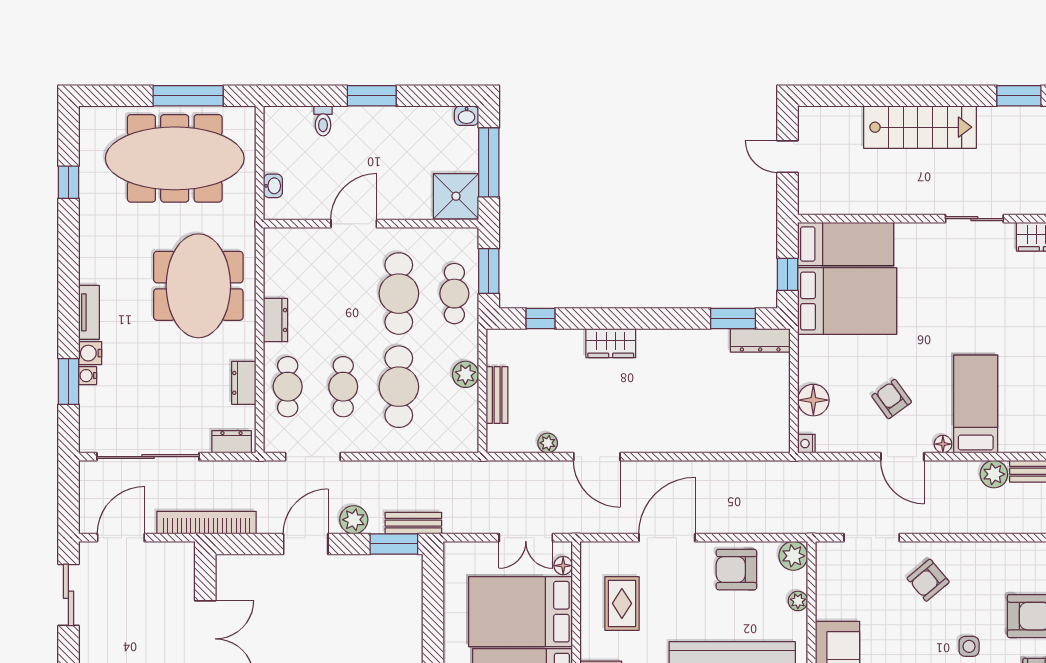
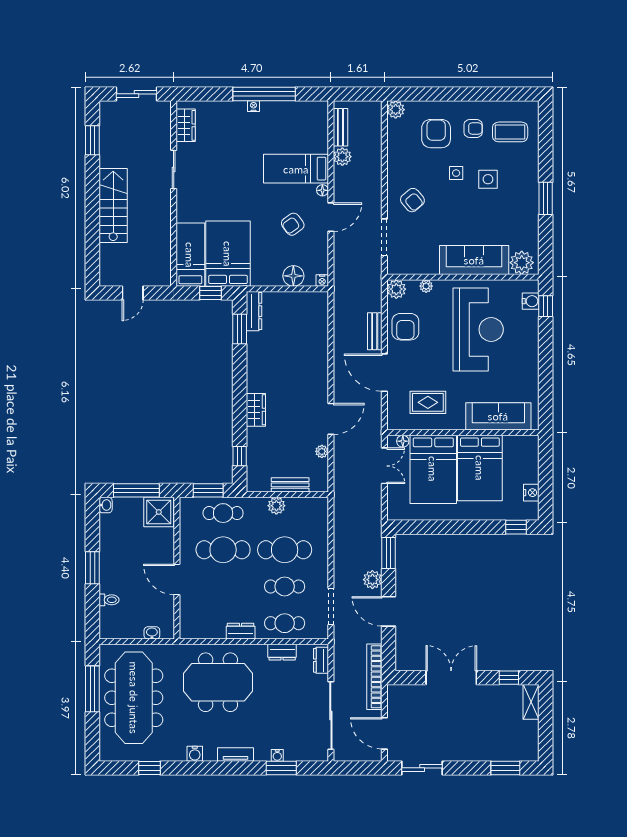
water cooler: (90, 353) -> (195, 754), moved
bench: (413, 523) -> (375, 331), moved

